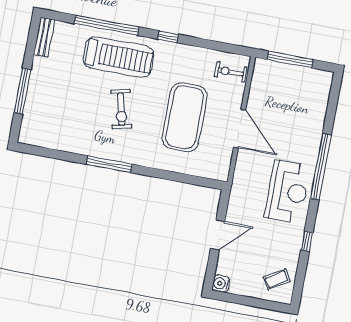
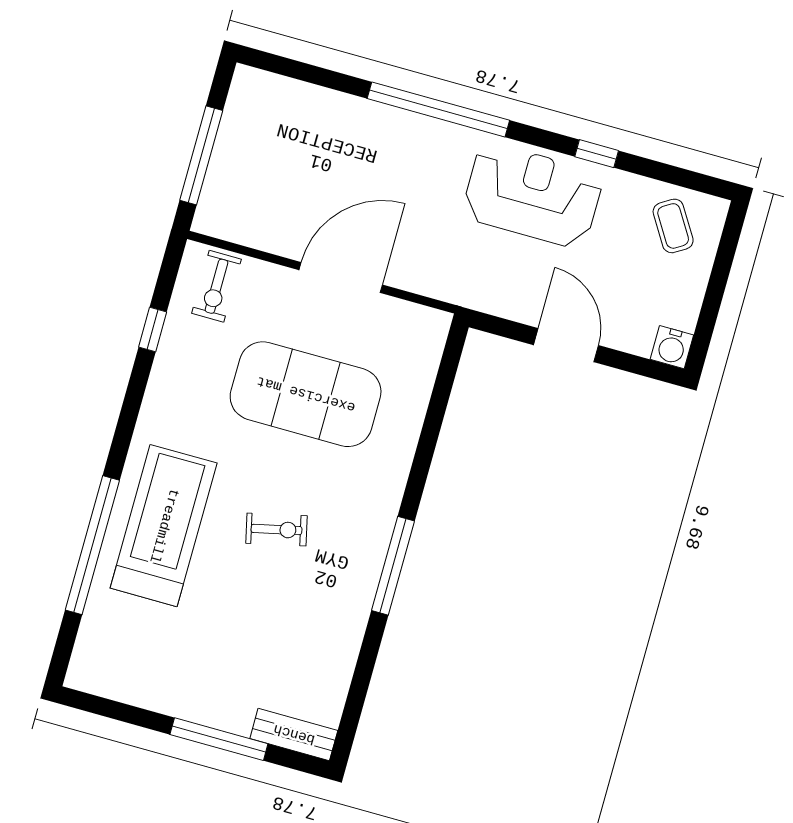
bench: (44, 37) -> (294, 734), moved
window: (168, 37) -> (153, 330), moved
exercise bike: (121, 109) -> (277, 529), width x0.73, depth x0.72
reception desk: (288, 192) -> (532, 195), moved

